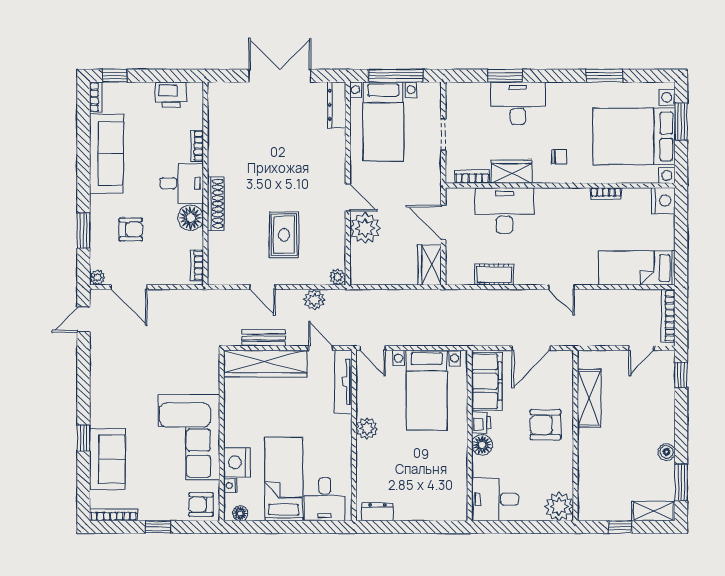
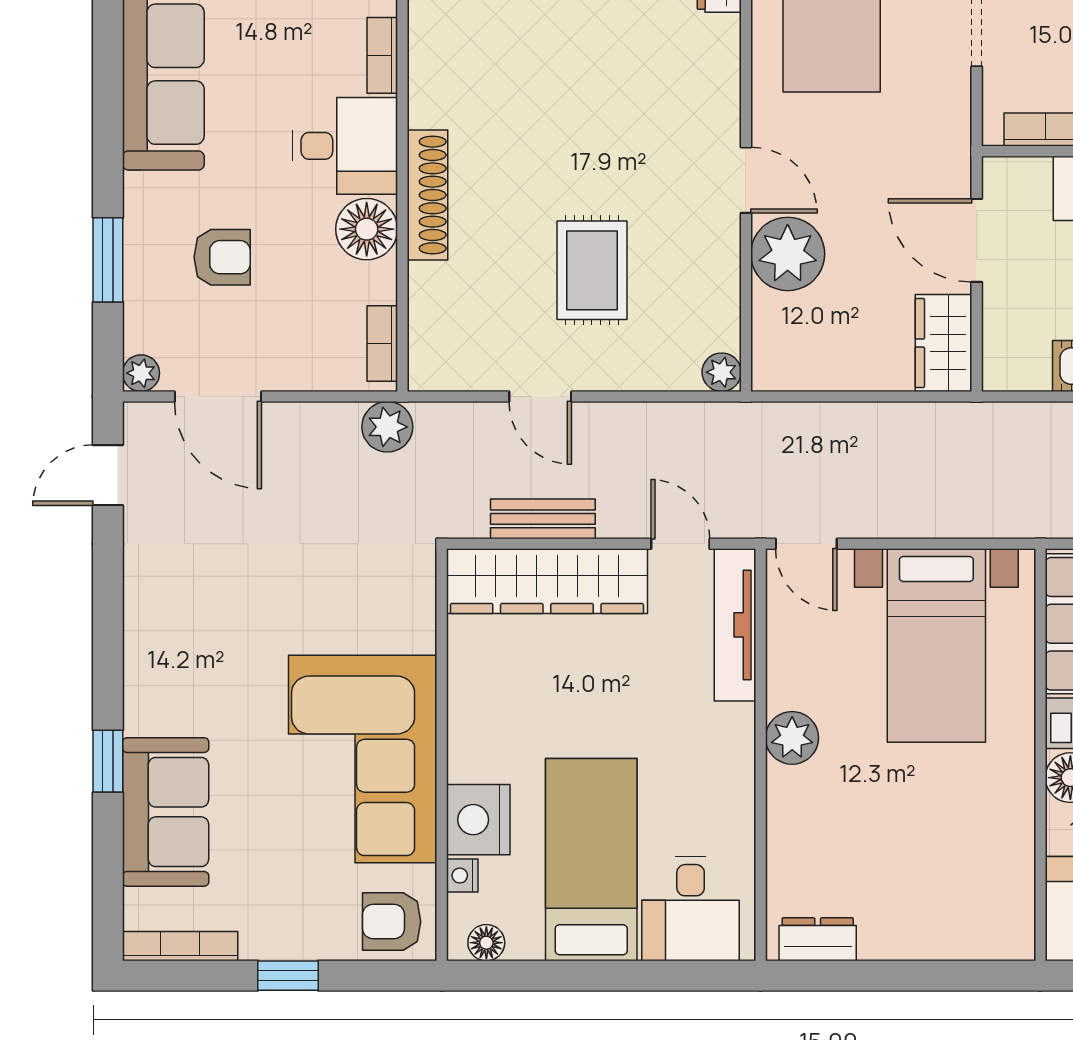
plant: (314, 300) -> (387, 427), moved

